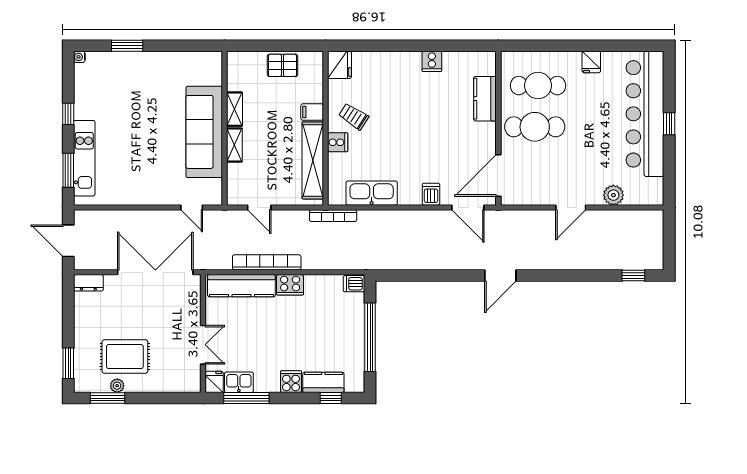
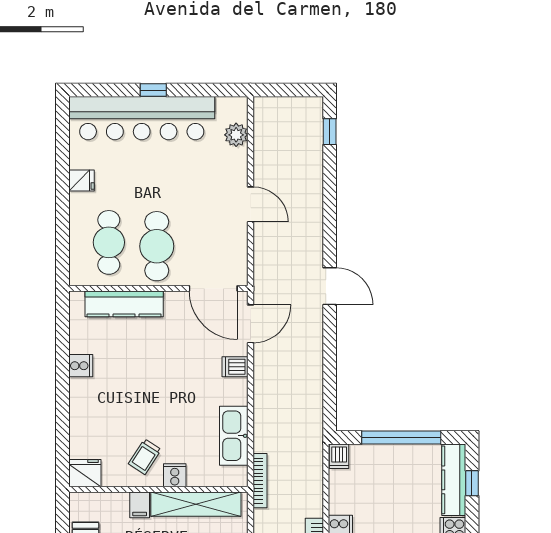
kitchen counter: (485, 99) -> (124, 304), width x1.50
plant: (613, 195) -> (236, 135), moved
kitchen counter: (323, 382) -> (454, 480), width x1.50

